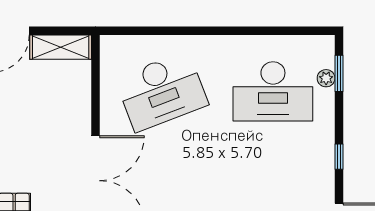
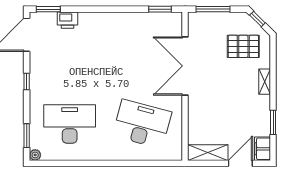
plant: (326, 78) -> (35, 155), moved
desk: (162, 91) -> (142, 124), turned 36

